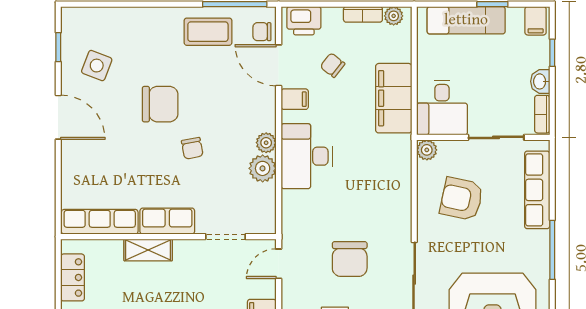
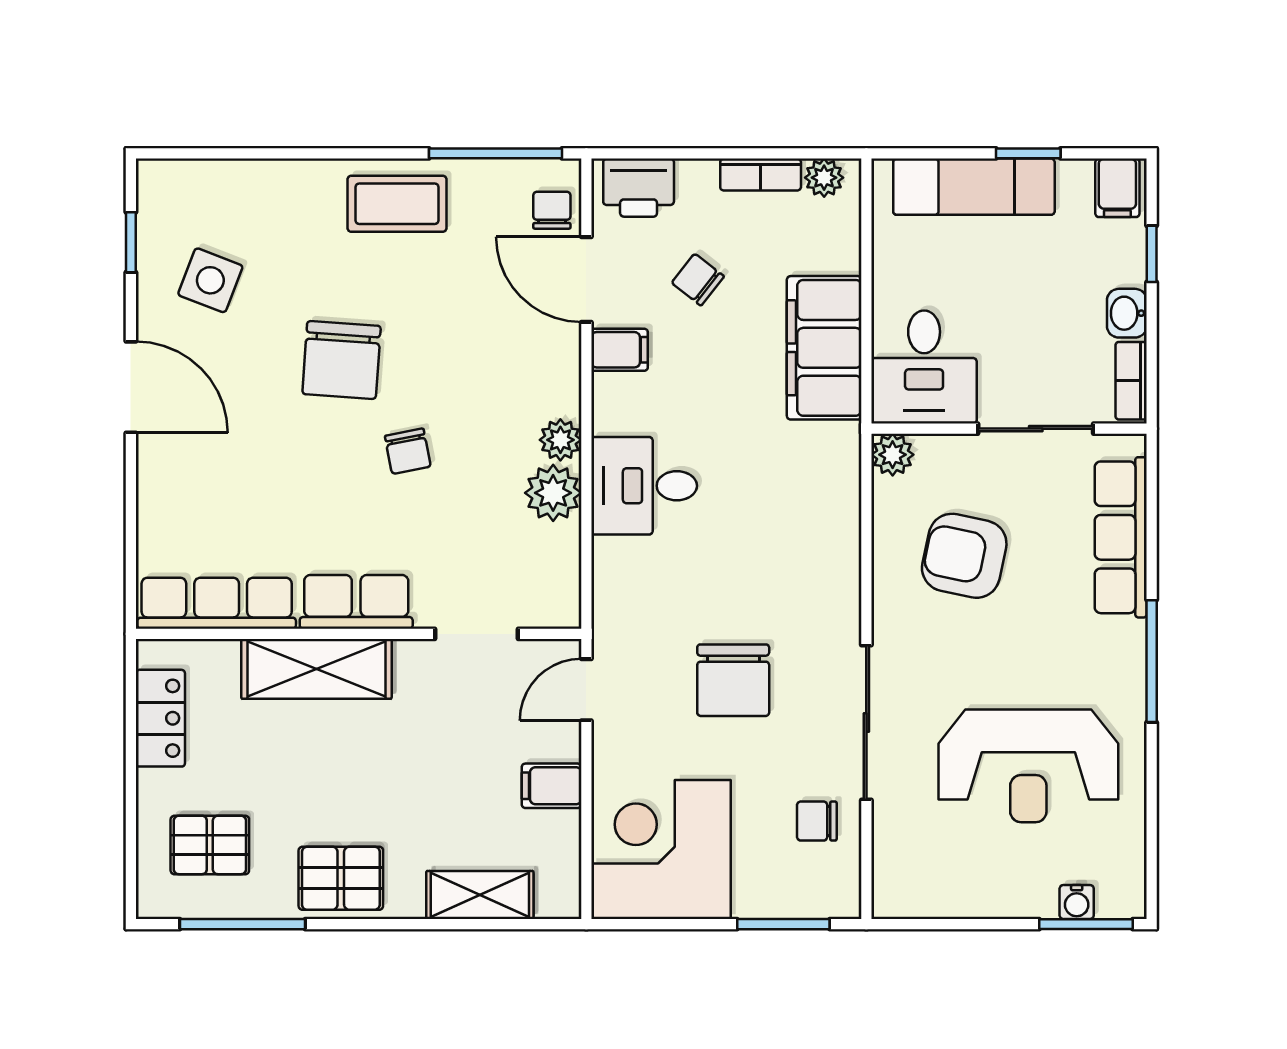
coffee table: (208, 32) -> (397, 204), moved
chair: (262, 32) -> (552, 210), turned 90
chair: (160, 104) -> (342, 360), turned 94
desk: (307, 156) -> (644, 486), width x0.73
shelving: (148, 250) -> (316, 669), width x1.50, depth x1.33

